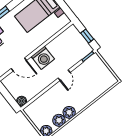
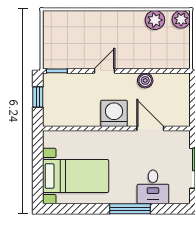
boiler: (22, 101) -> (145, 80), moved
plant: (69, 112) -> (135, 20), removed

